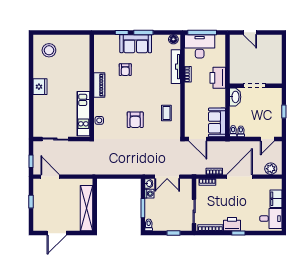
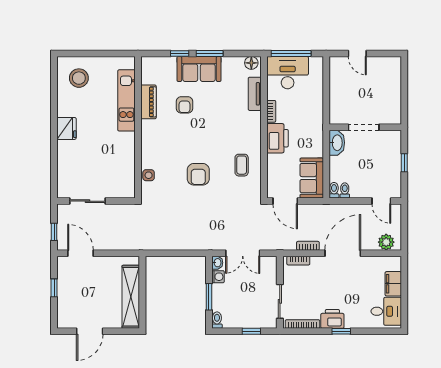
tv unit: (176, 67) -> (255, 94), width x0.71
printer: (218, 78) -> (277, 138), moved, turned 180
piano: (99, 85) -> (149, 102), moved
kitchen unit: (83, 114) -> (126, 100), moved
door: (267, 139) -> (381, 201), hinge flipped

